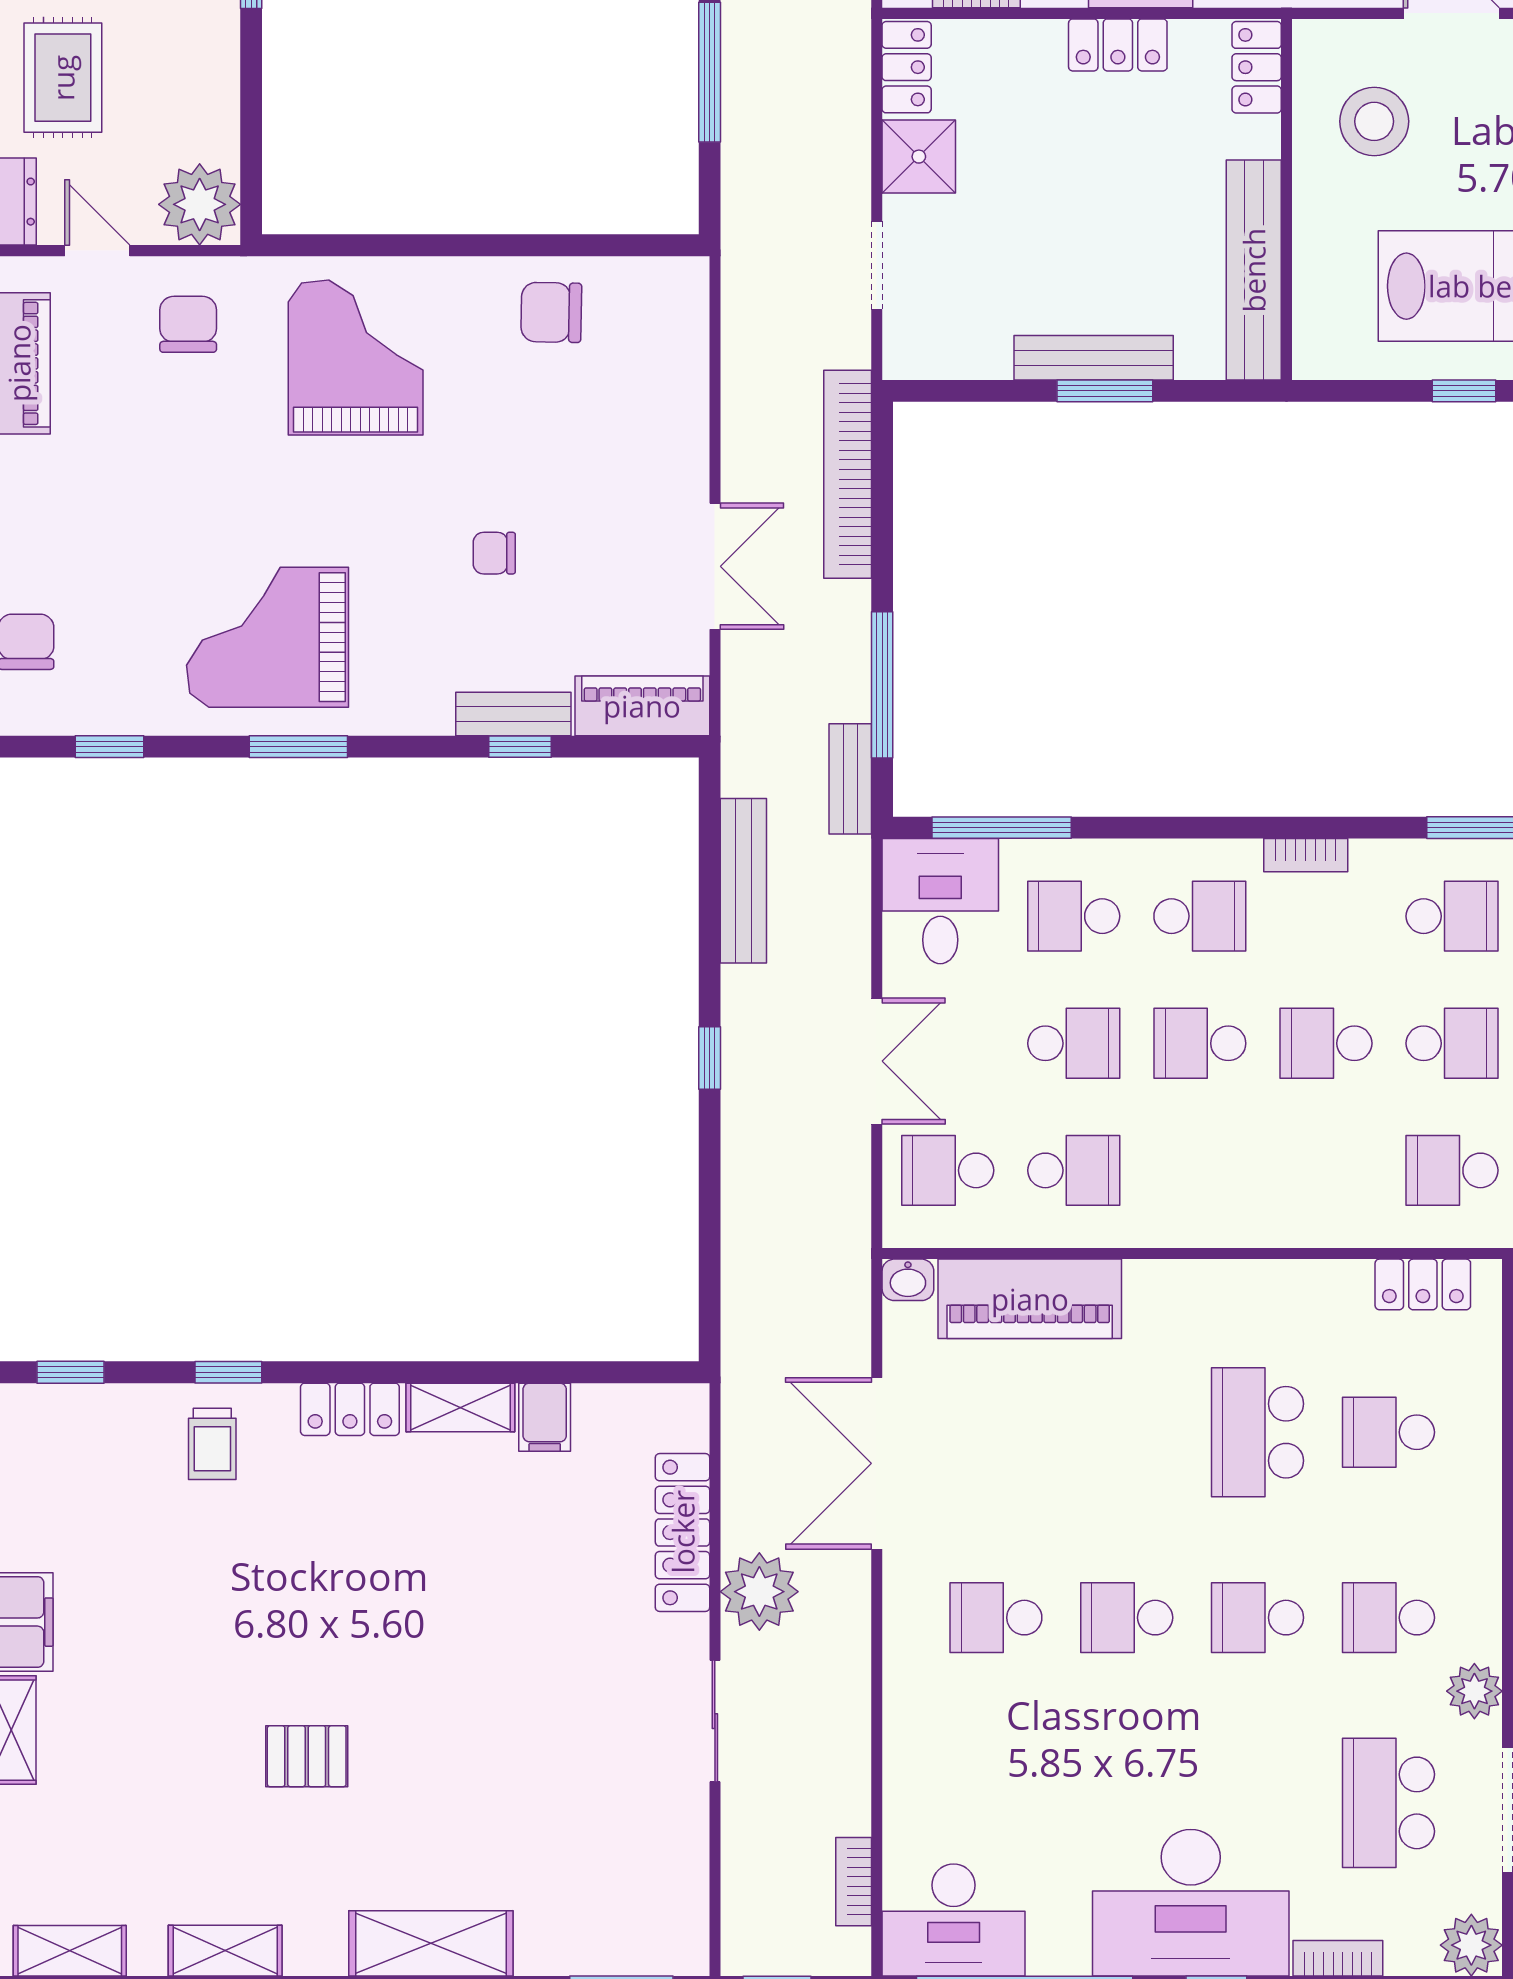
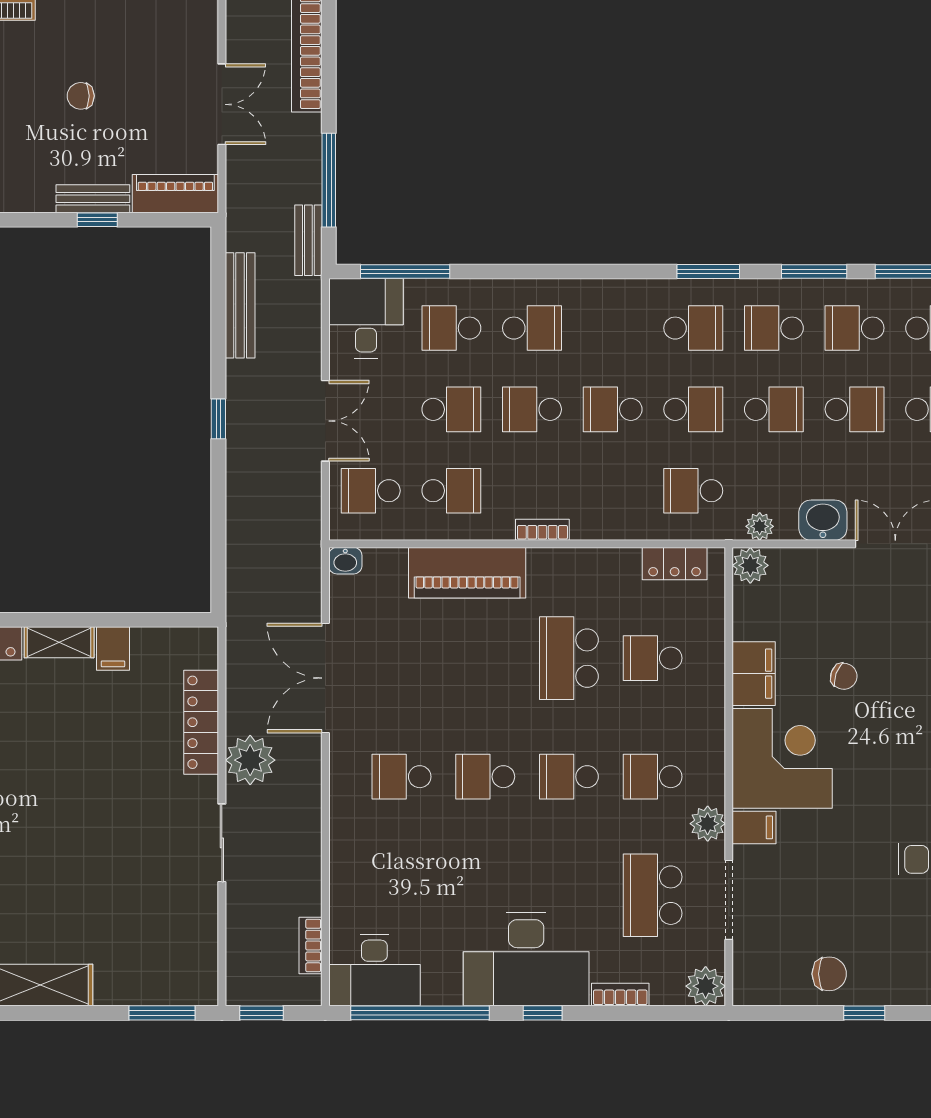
bookcase: (1306, 855) -> (542, 530), moved, turned 180
piano: (1030, 1299) -> (467, 573), moved

